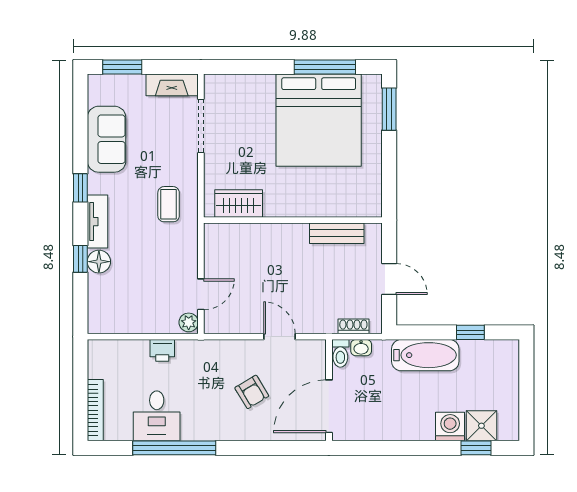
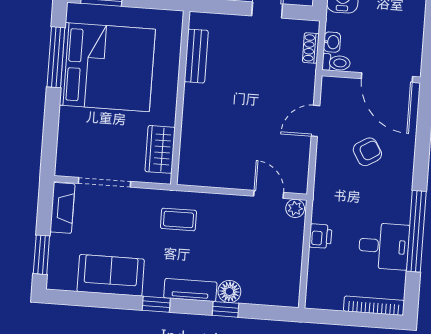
wardrobe: (239, 204) -> (160, 149), moved
wall: (293, 220) -> (180, 98), moved
bench: (337, 233) -> (196, 56), moved

